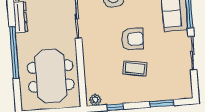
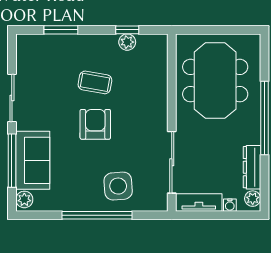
armchair: (133, 39) -> (95, 124), turned 89
plant: (95, 100) -> (127, 42), moved

